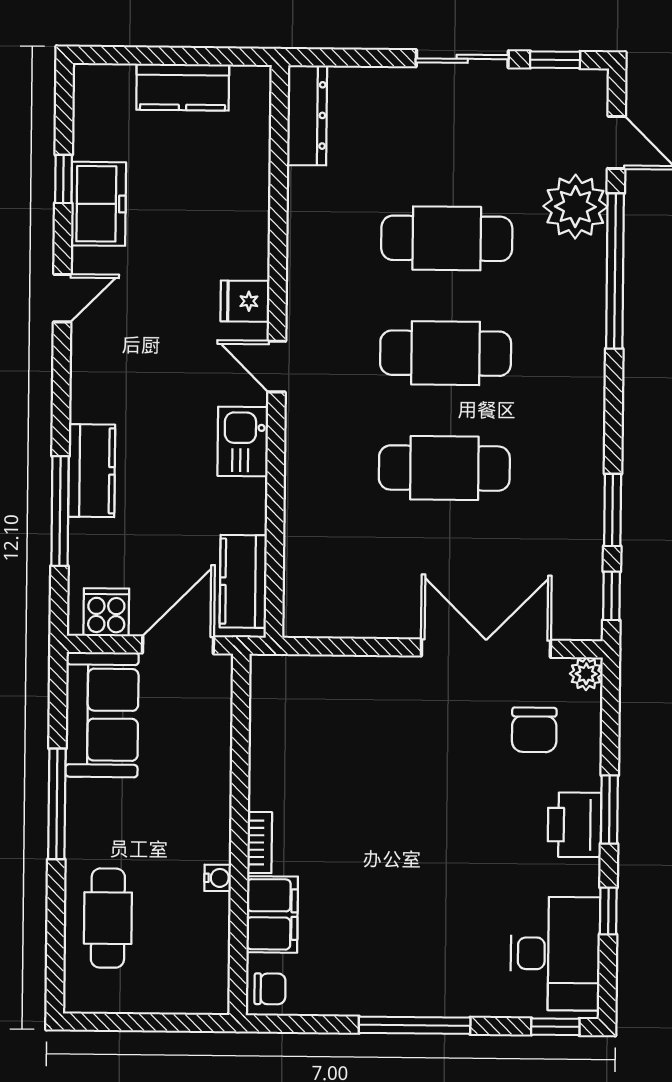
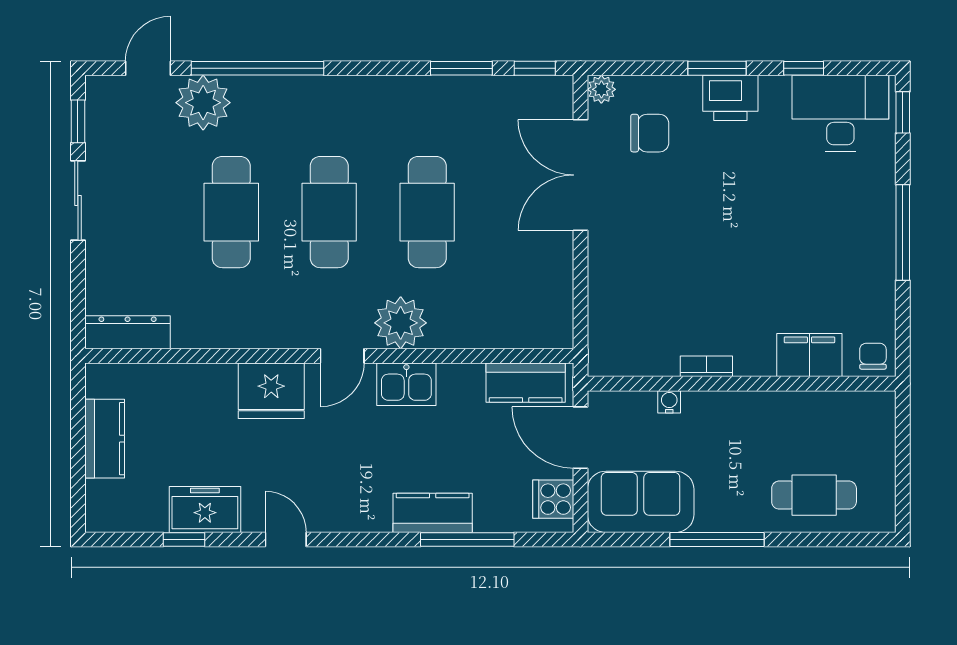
fridge: (245, 301) -> (271, 391), width x1.88, depth x1.34
plant: (315, 435) -> (401, 323), added
bookcase: (260, 843) -> (706, 366), moved
water cooler: (218, 878) -> (669, 402), moved

